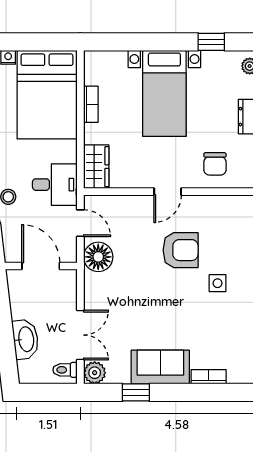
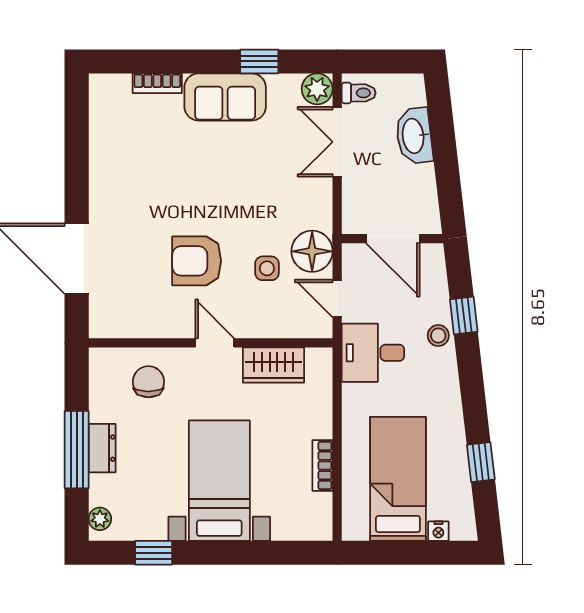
bed: (47, 95) -> (398, 479), width x0.67
wardrobe: (96, 167) -> (274, 365), moved, turned -90
door: (168, 192) -> (215, 343), hinge flipped
side table: (218, 283) -> (267, 268), moved

